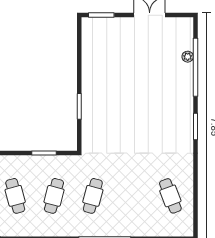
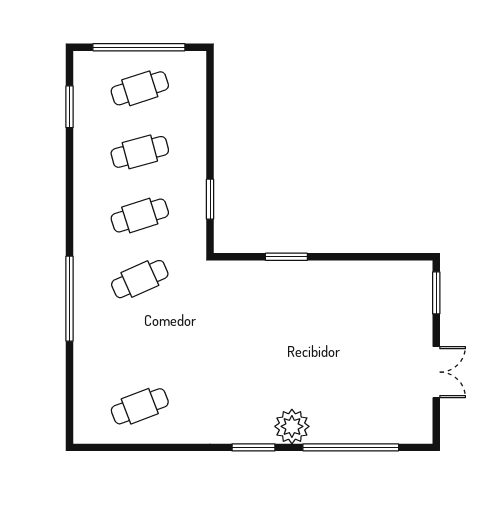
plant: (188, 57) -> (292, 426), moved, width x1.88, depth x1.88
cafe table: (54, 196) -> (140, 215), turned -33
cafe table: (93, 196) -> (140, 279), turned -39

